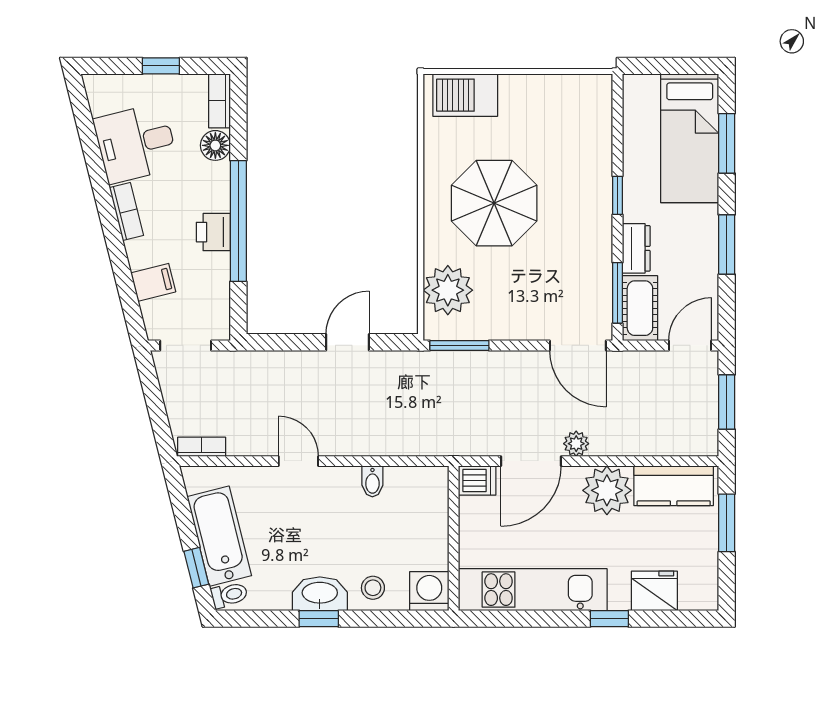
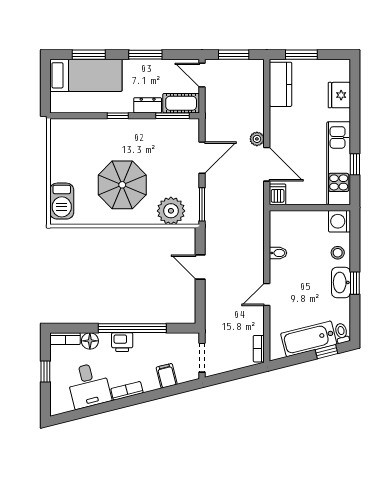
printer: (213, 232) -> (122, 342), moved
door: (578, 345) -> (202, 158), moved
plant: (607, 490) -> (283, 122), removed
window: (609, 619) -> (355, 164), moved

